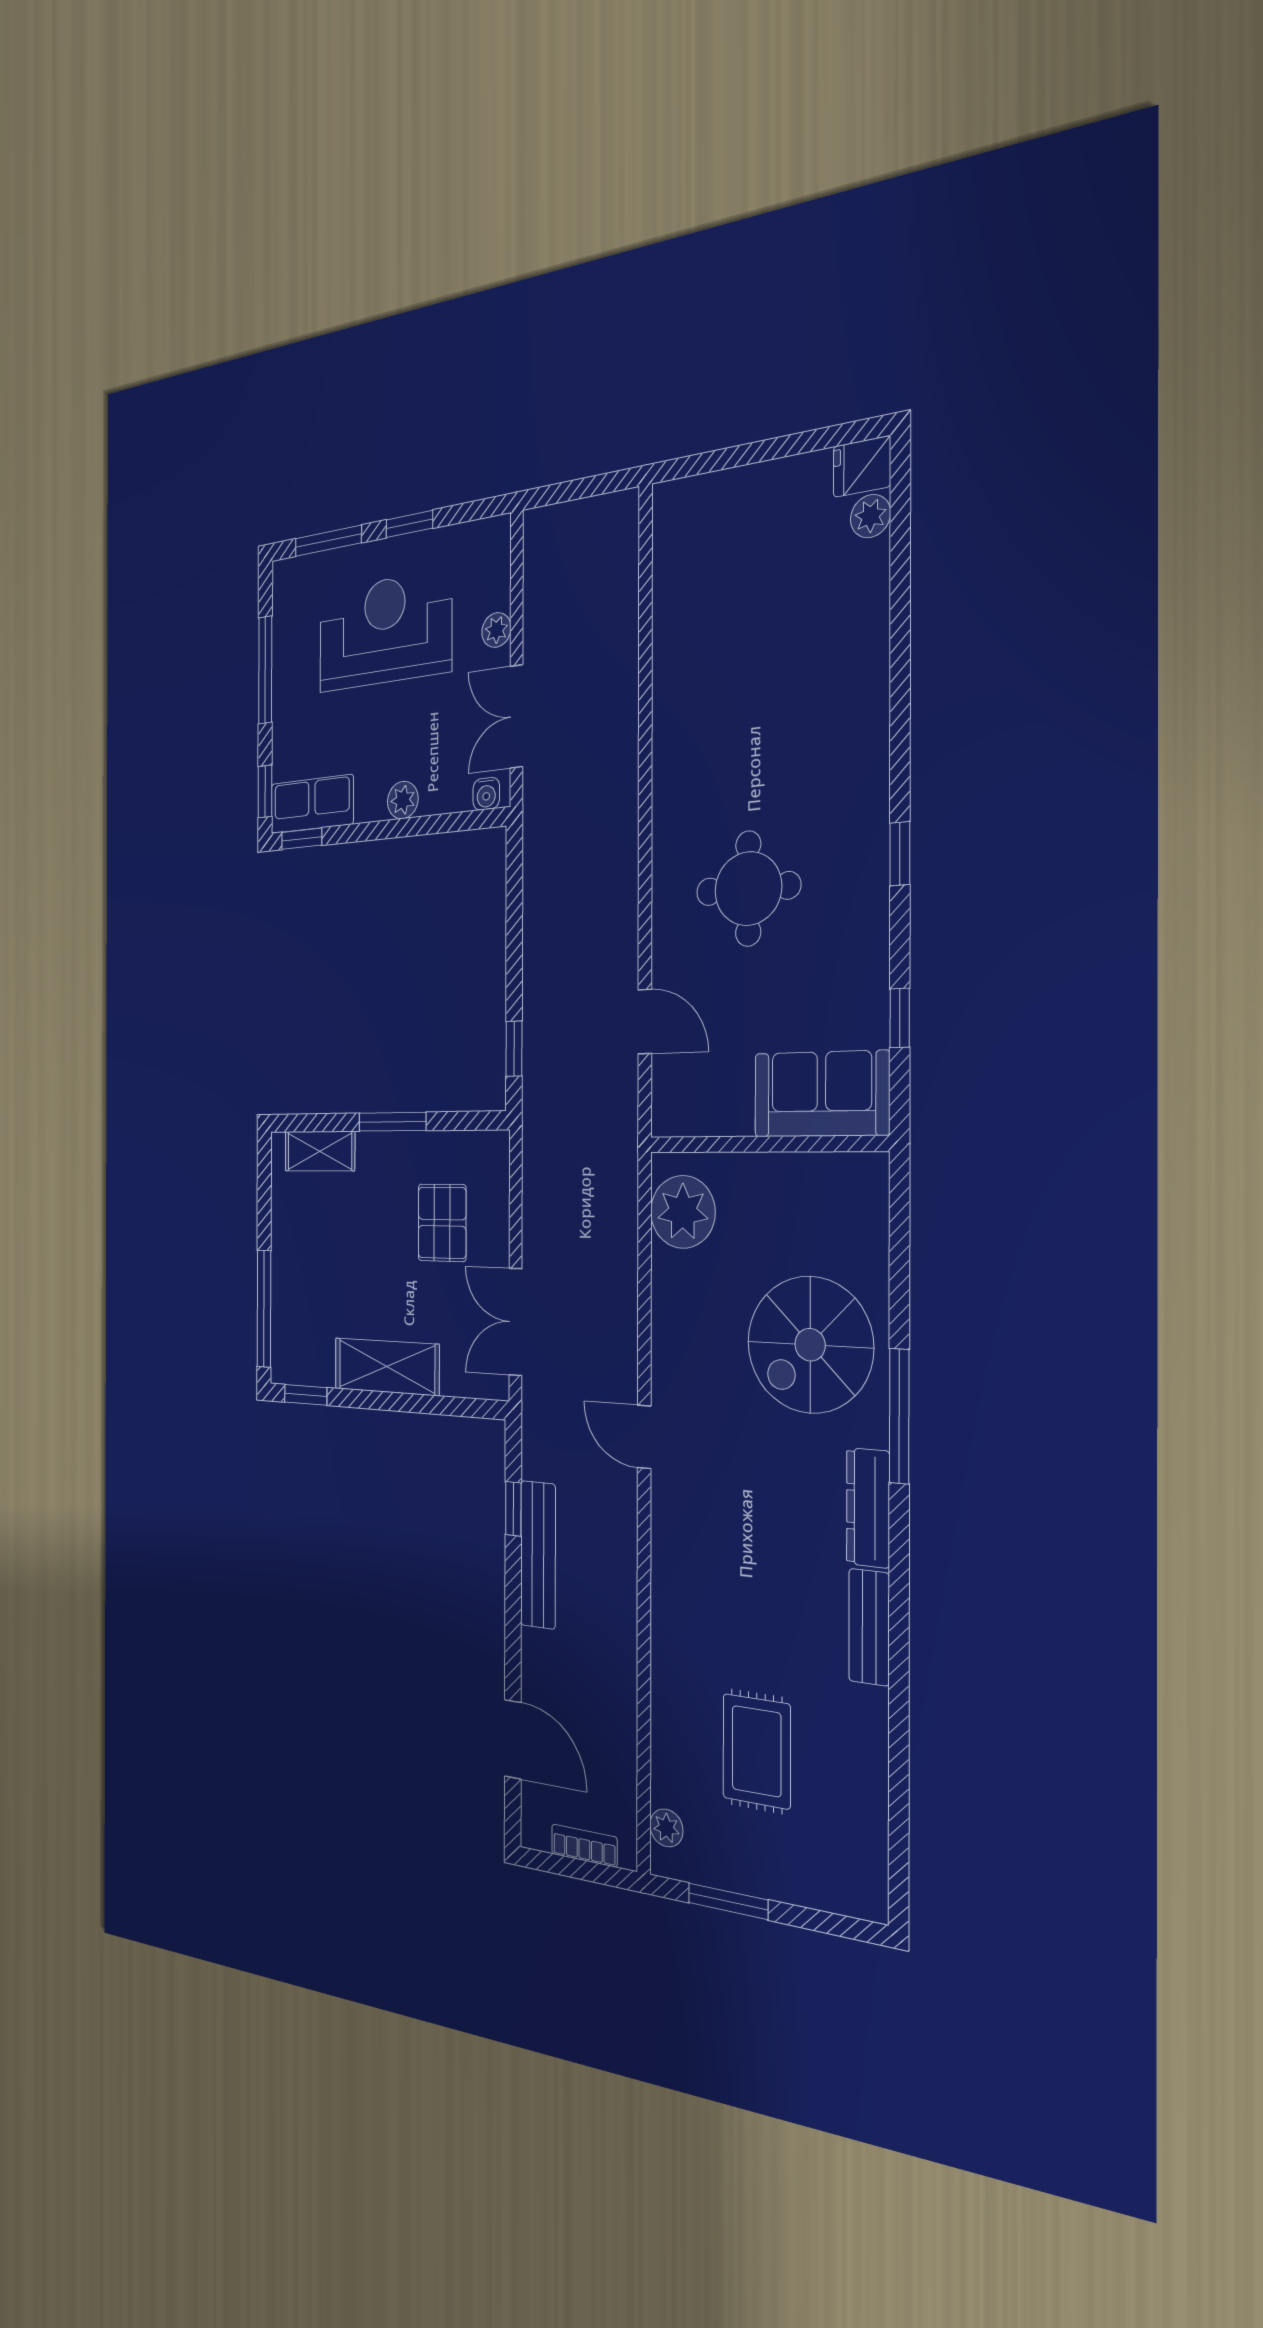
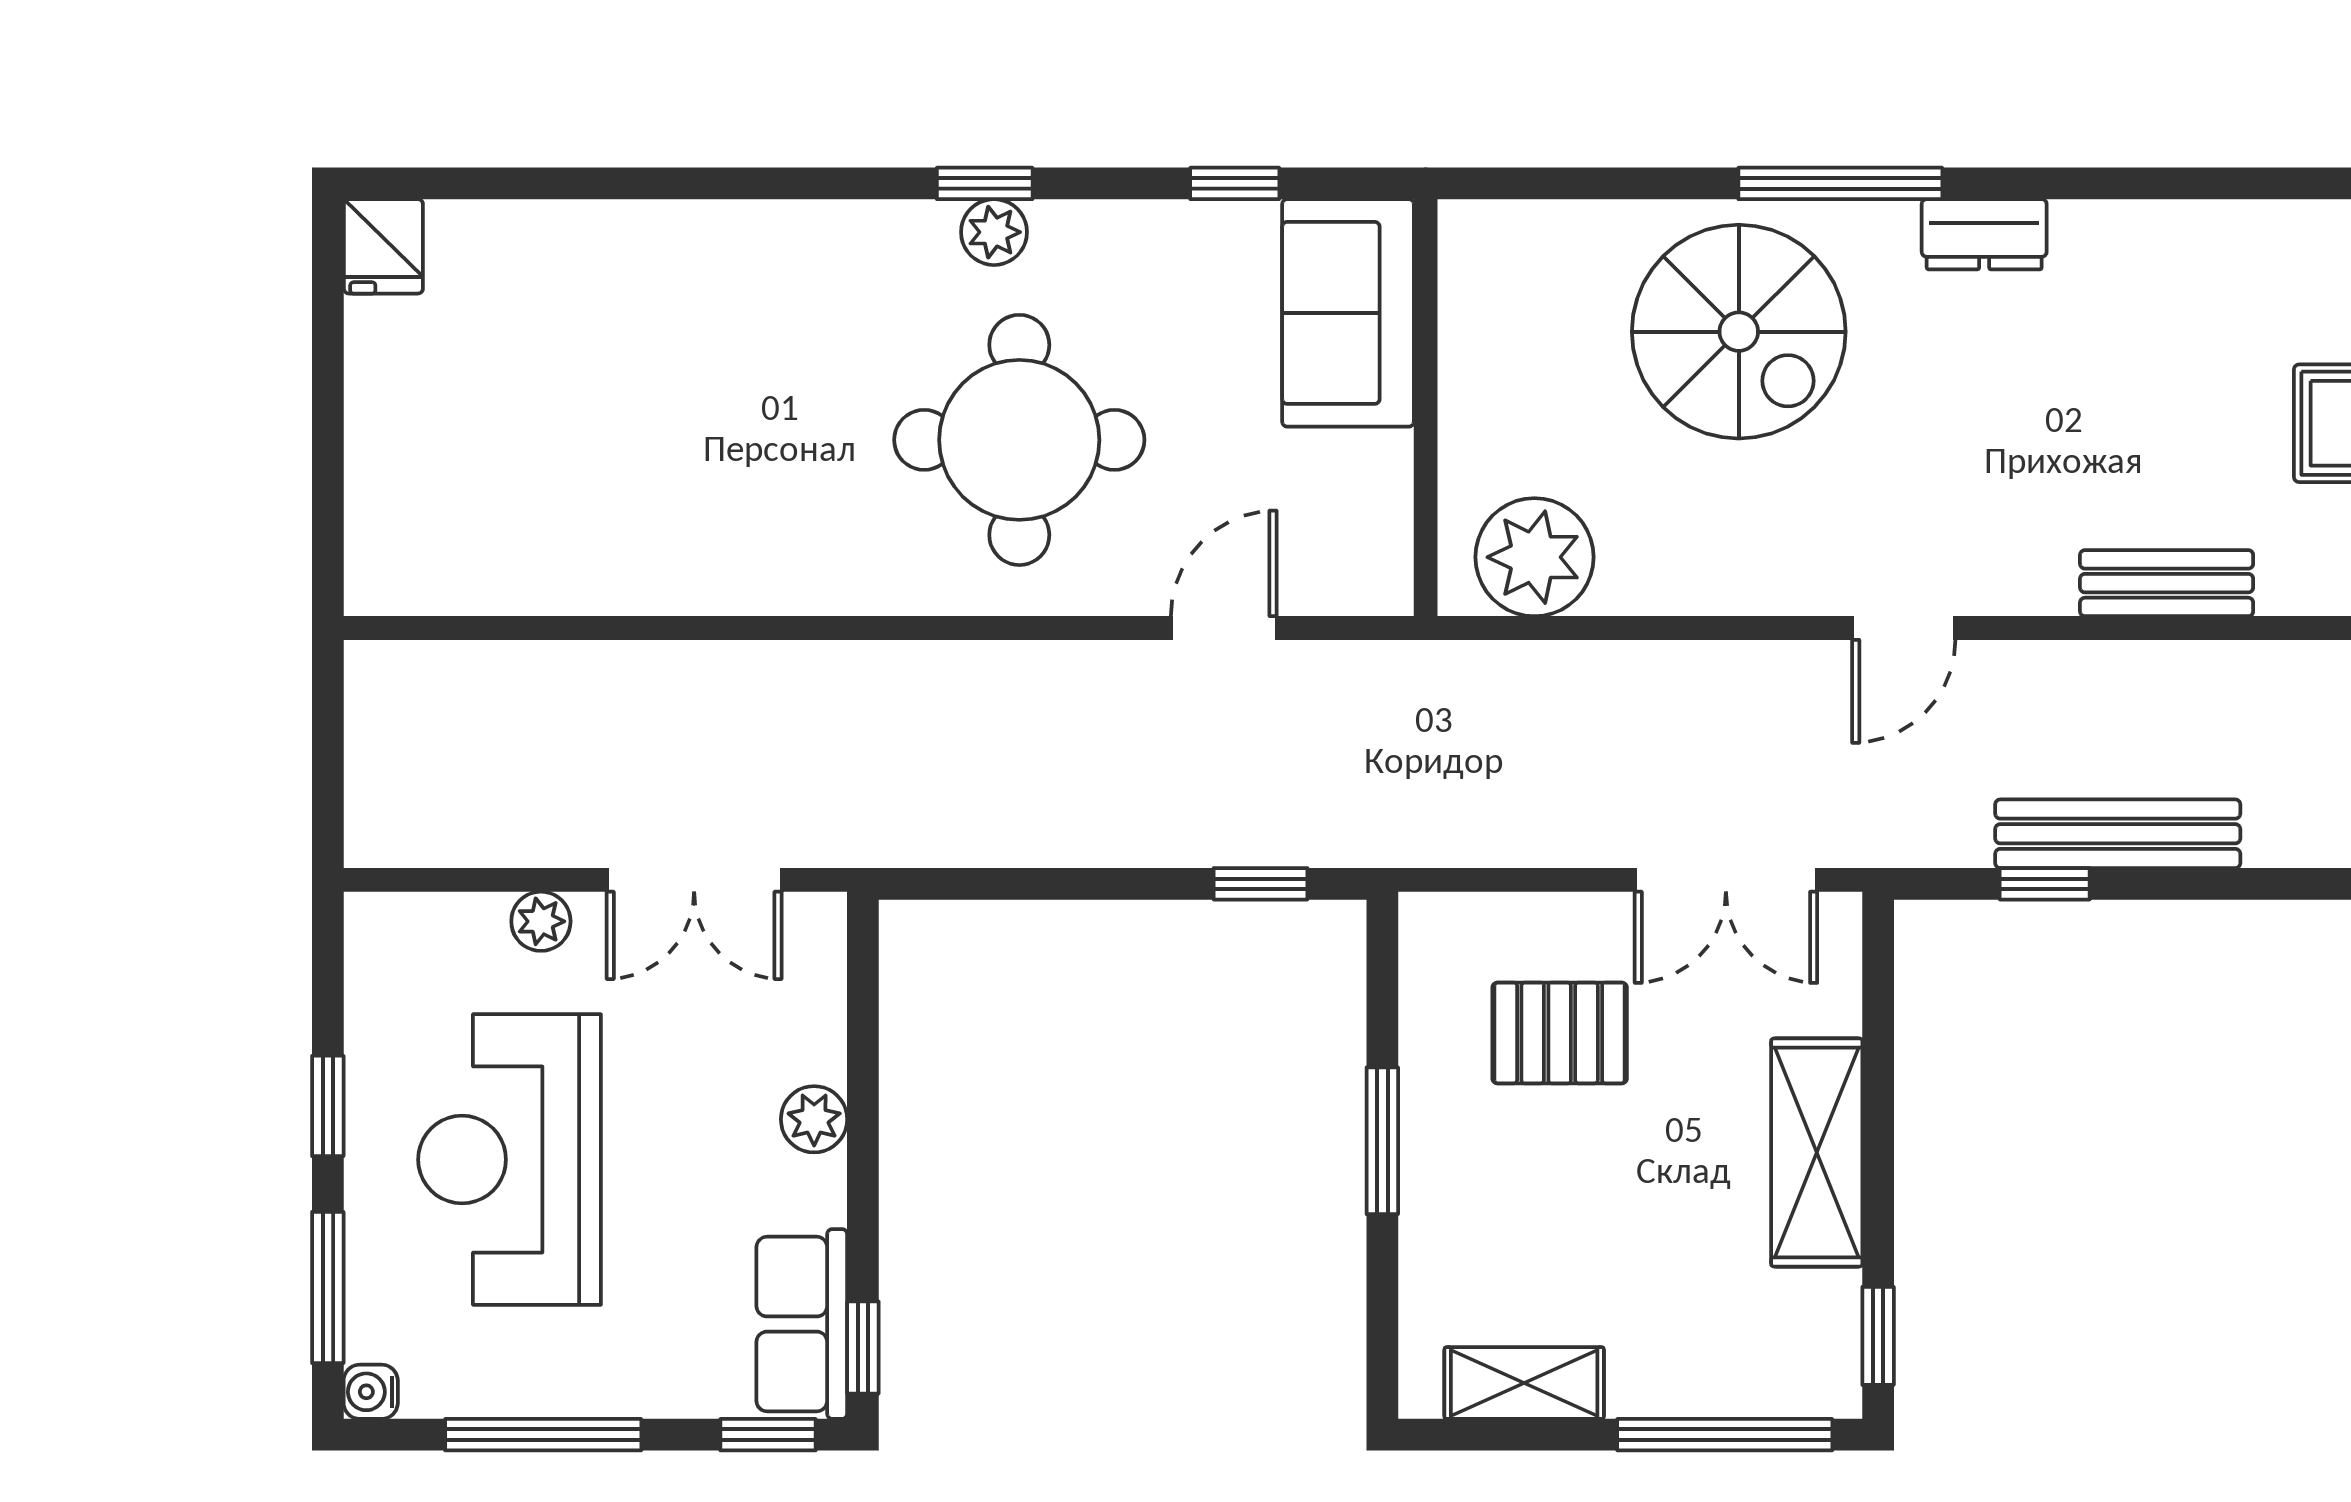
plant: (870, 516) -> (994, 232), moved
water cooler: (486, 794) -> (371, 1392), moved, turned 180
round table: (748, 889) -> (1019, 440), width x1.36, depth x1.36
shelving: (320, 1151) -> (1524, 1383), moved, turned 90
dresser: (868, 1508) -> (1984, 234), width x0.70
bench: (869, 1627) -> (2167, 583), moved

